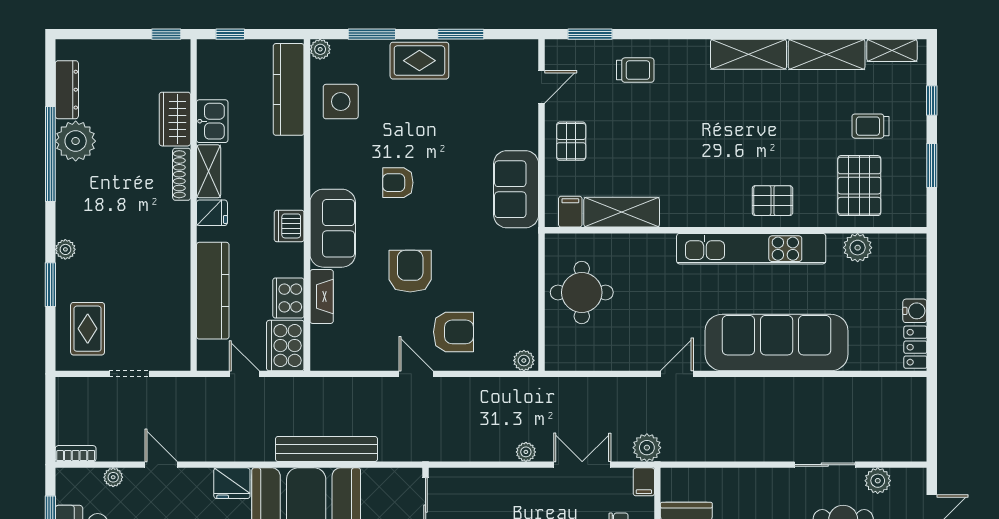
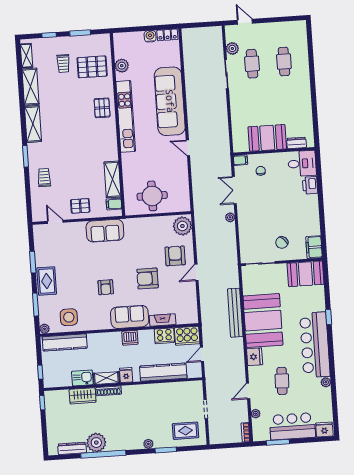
window: (590, 34) -> (25, 156), moved
plant: (524, 360) -> (182, 226), width x1.87, depth x1.87
plant: (647, 448) -> (224, 160), removed

